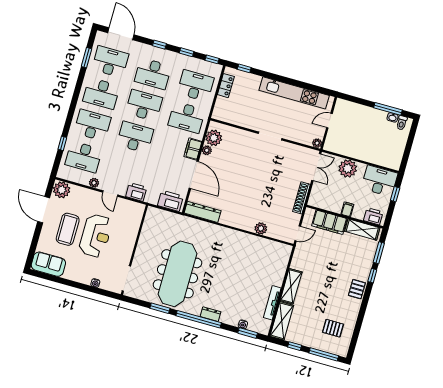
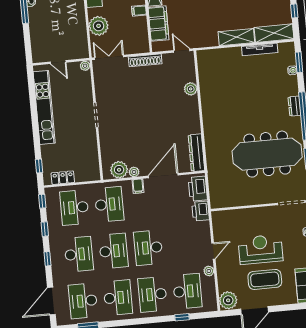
desk: (144, 105) -> (113, 251), turned 180
filing cabinet: (193, 149) -> (138, 186), width x0.50
printer: (136, 192) -> (201, 211), moved

